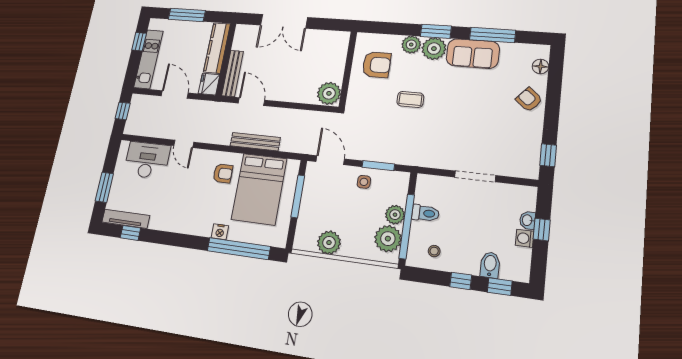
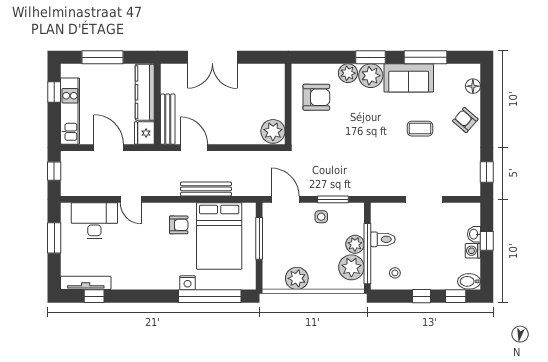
coffee table: (410, 99) -> (420, 129), moved
window: (104, 187) -> (54, 238), moved
bidet: (490, 265) -> (469, 281), moved, turned -90

